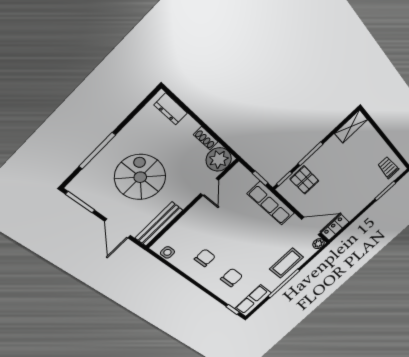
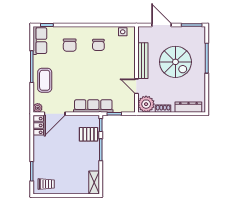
dresser: (171, 109) -> (188, 107), width x1.44
bench: (159, 224) -> (143, 61), moved

